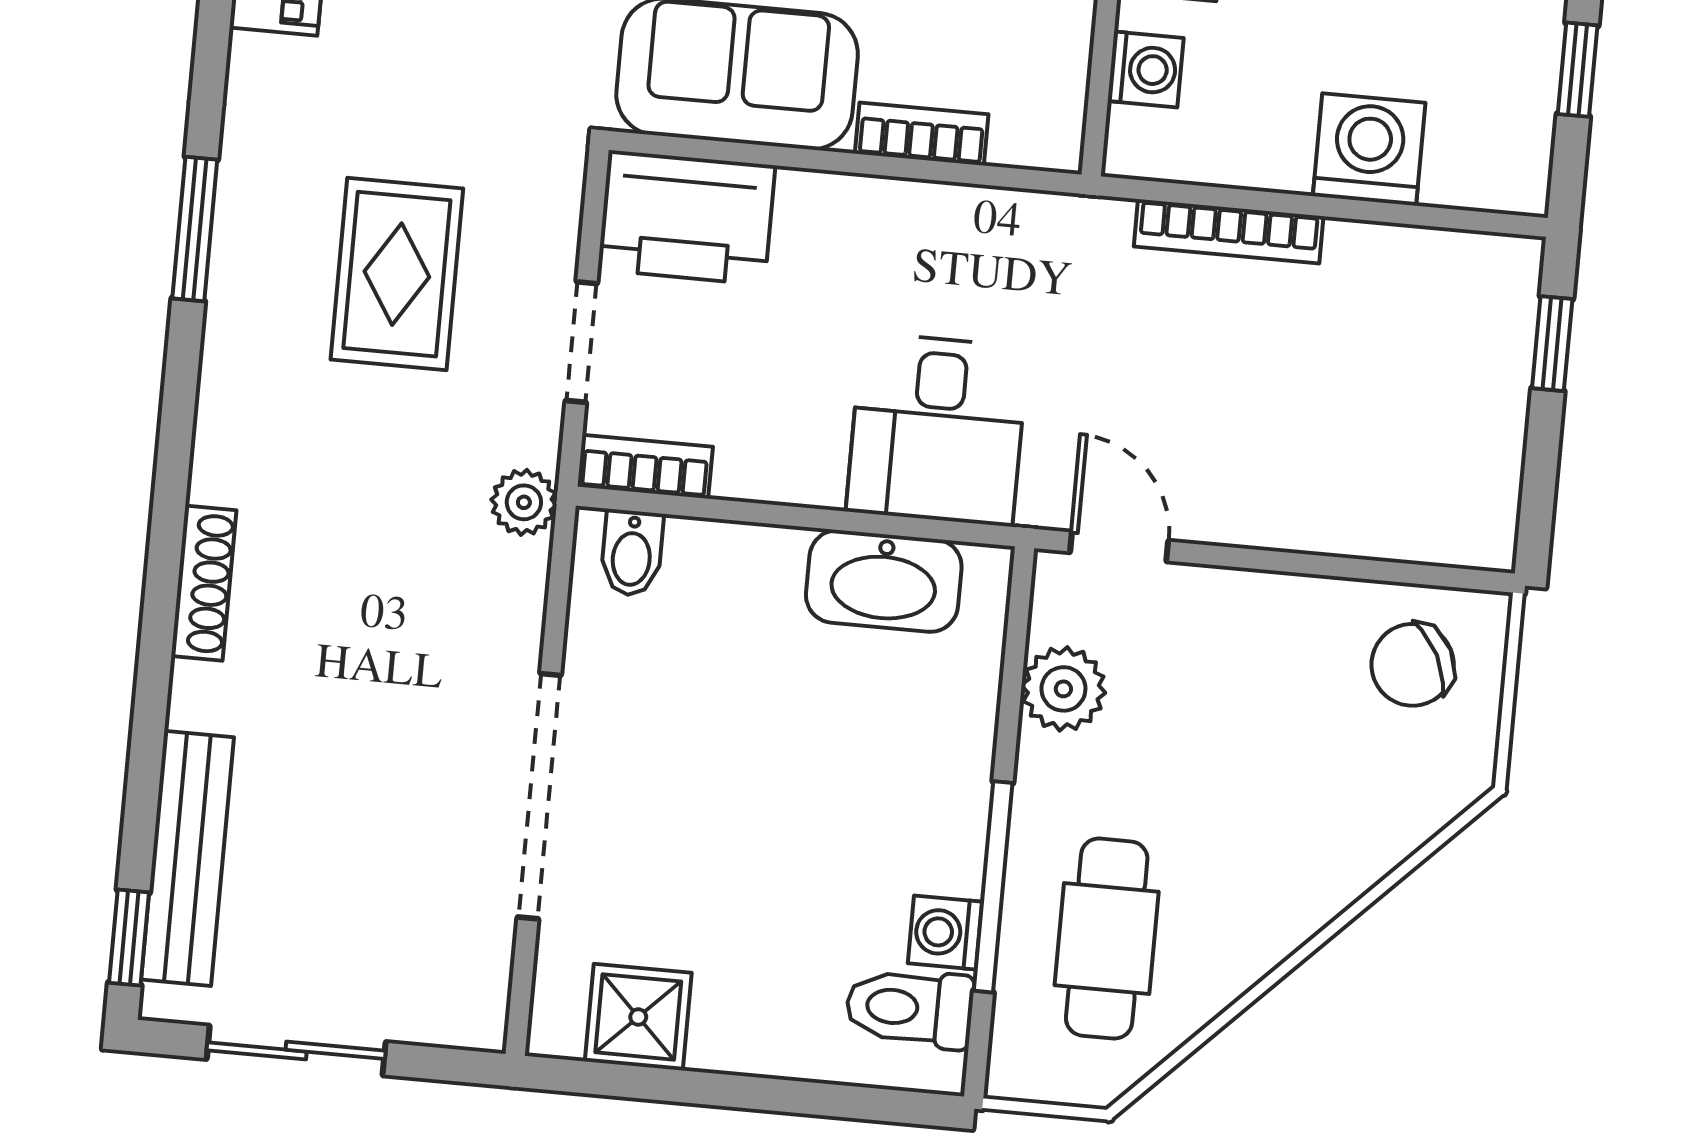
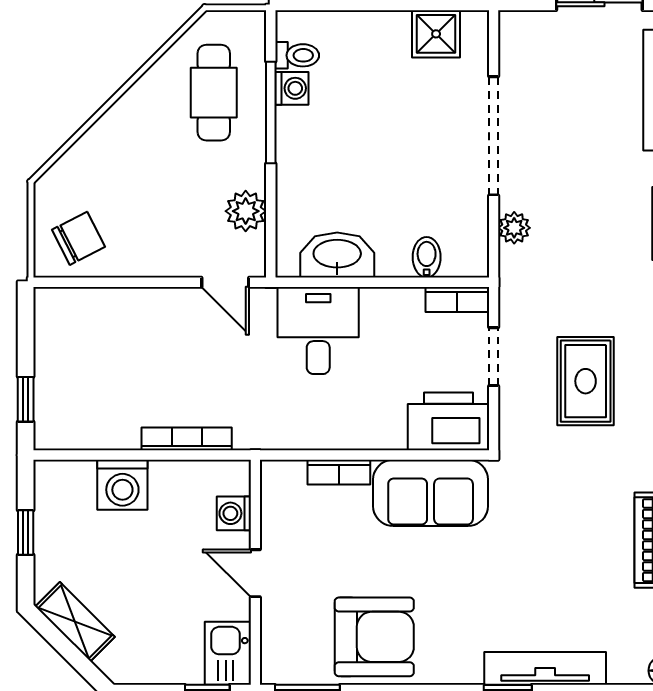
plant: (524, 502) -> (514, 228), moved
bidet: (632, 553) -> (427, 257), moved
toilet: (910, 1008) -> (297, 55), width x0.73, depth x0.72

